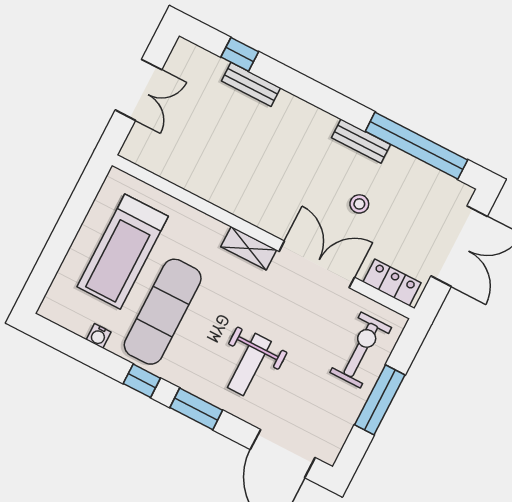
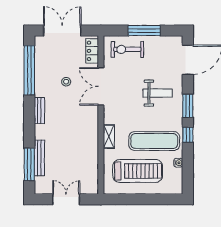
window: (240, 54) -> (29, 164), width x2.17
bench: (251, 84) -> (39, 158), width x1.36
bench: (361, 141) -> (39, 111), moved
shelving: (249, 248) -> (109, 137), moved

